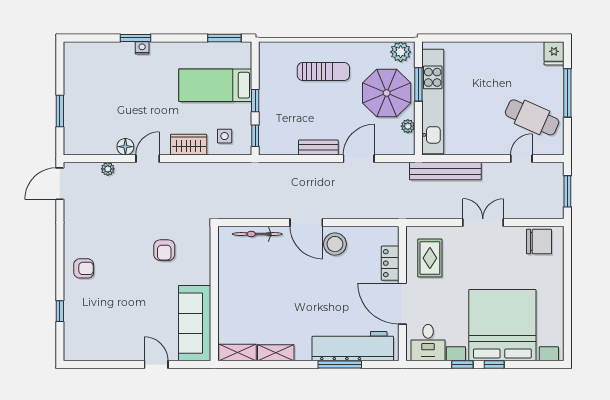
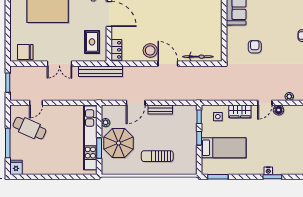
plant: (401, 52) -> (110, 168), removed
bench: (445, 171) -> (101, 71), moved
locker: (390, 263) -> (116, 50), moved

